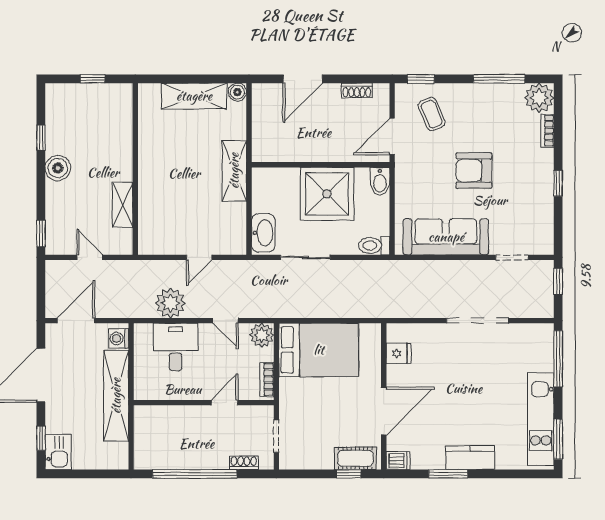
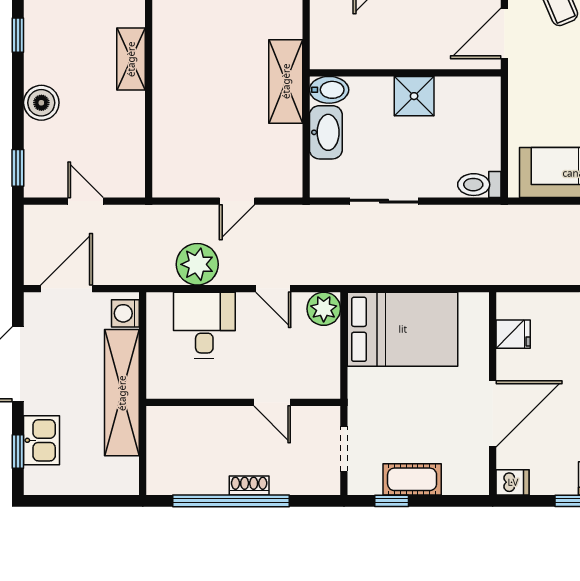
boiler: (58, 168) -> (41, 103), moved
bidet: (380, 181) -> (329, 90), moved, turned -90
shower: (327, 194) -> (414, 96), width x0.54, depth x0.54
shelving: (123, 205) -> (131, 59), moved
washbasin: (263, 233) -> (326, 132), moved
bookcase: (267, 379) -> (331, 370), removed
door: (225, 403) -> (272, 402), swing flipped
kitchen sink: (58, 452) -> (42, 440), moved
cot: (355, 458) -> (412, 479), moved
shoe rack: (244, 463) -> (249, 485), moved
window: (349, 474) -> (392, 501), moved

